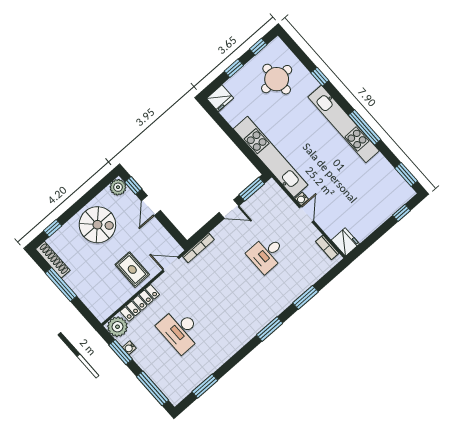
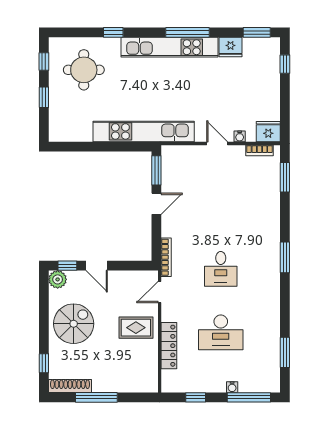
fridge: (220, 98) -> (231, 47), moved, turned 90
water cooler: (302, 199) -> (240, 136), moved
desk: (267, 254) -> (221, 269), moved
window: (306, 297) -> (285, 177), moved
plant: (117, 327) -> (172, 381), removed
water cooler: (129, 348) -> (232, 387), moved
window: (121, 352) -> (196, 397), width x0.67

